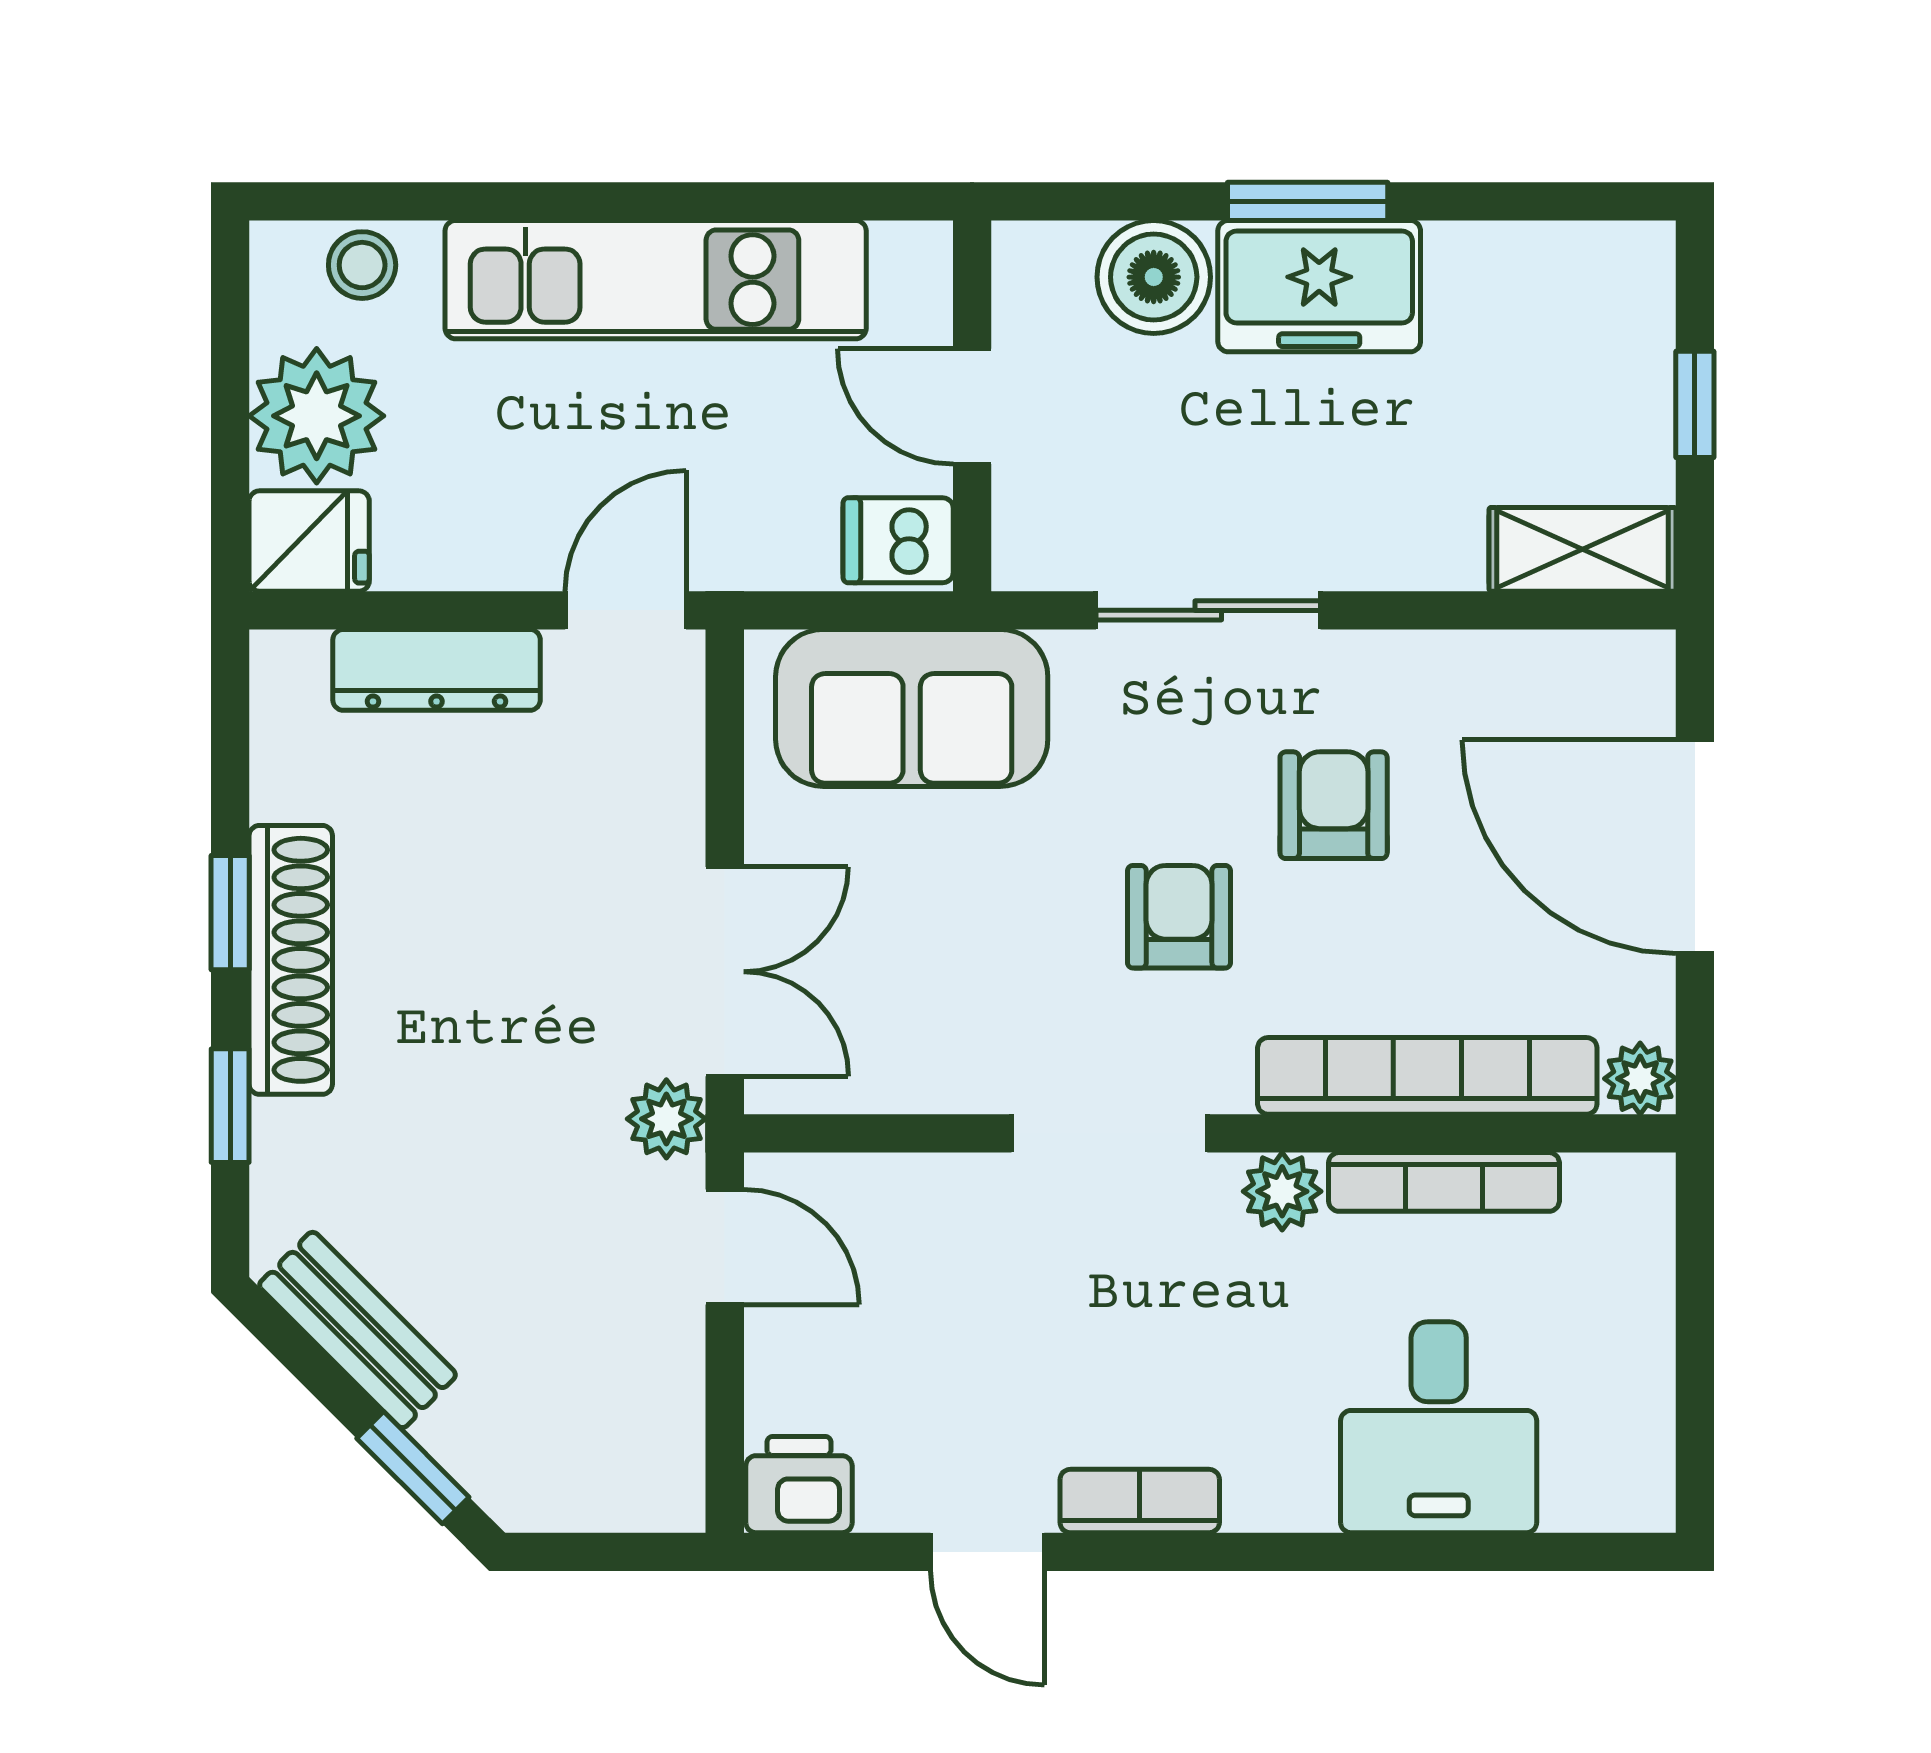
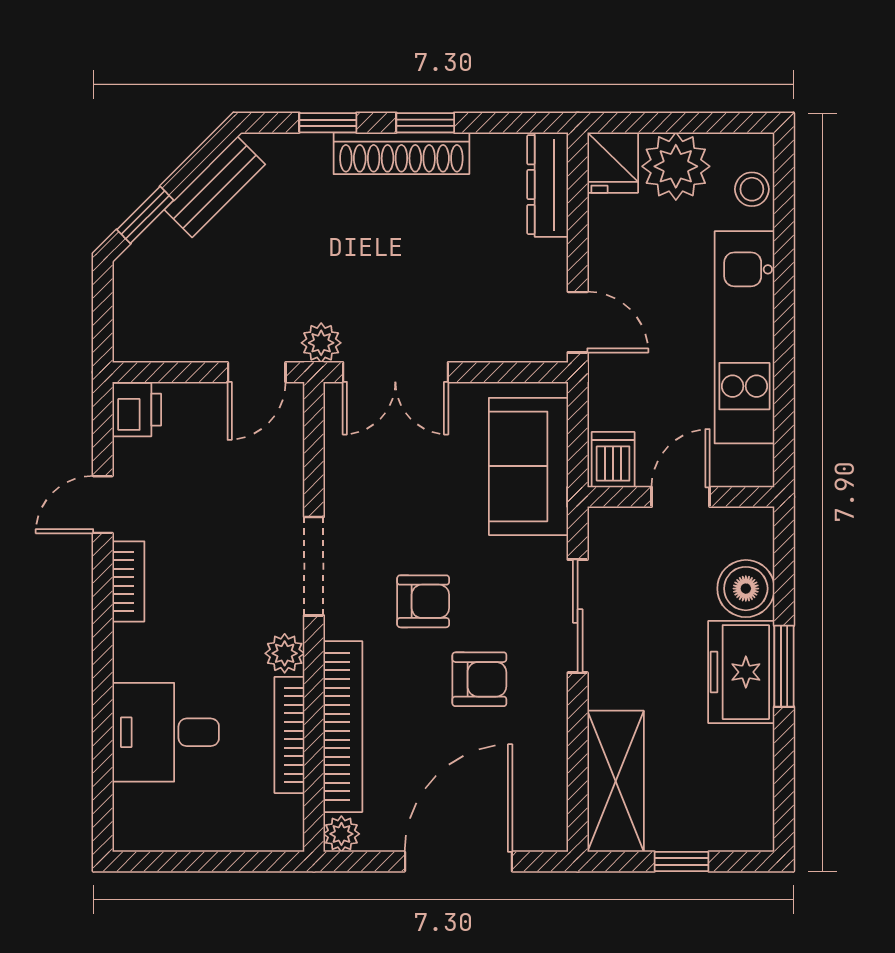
shelving: (1582, 549) -> (616, 781), width x1.50, depth x1.33
dresser: (437, 670) -> (548, 185), moved

